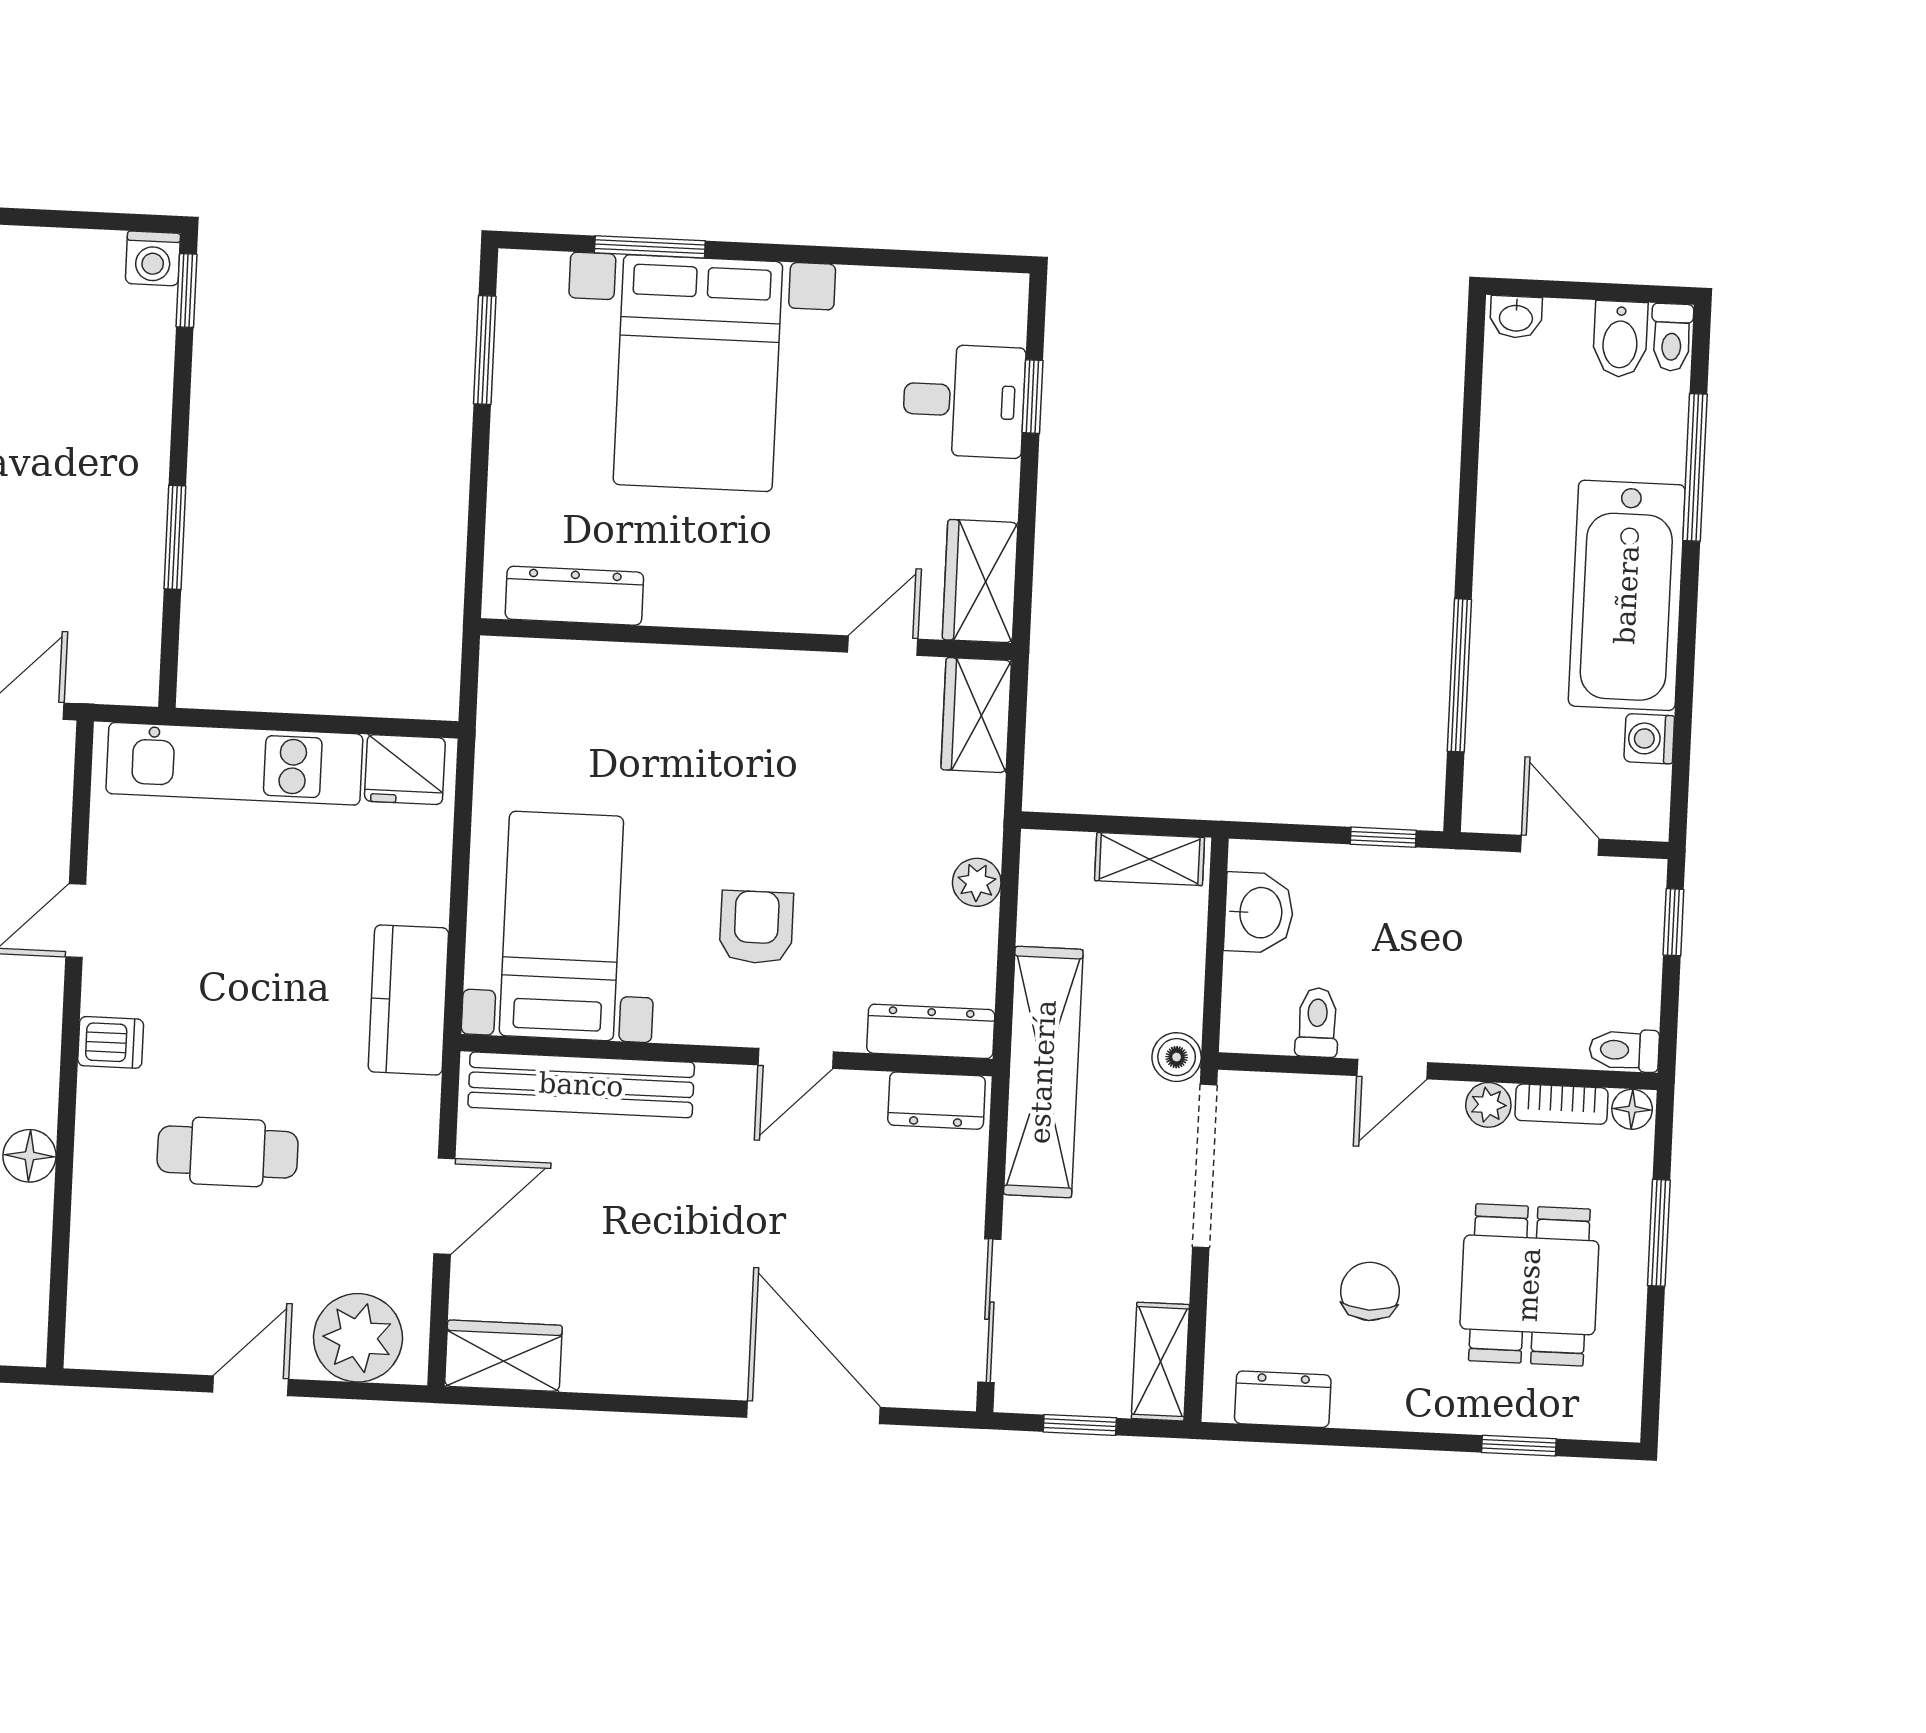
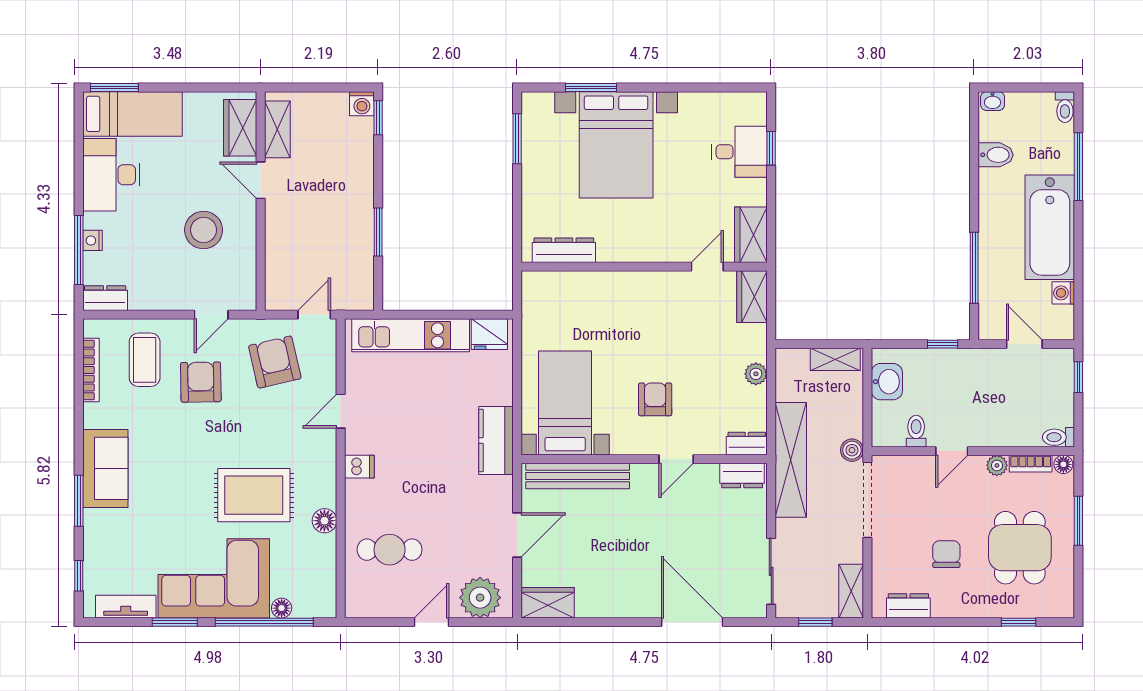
bidet: (1620, 339) -> (996, 155), moved, turned -90
dresser: (931, 1031) -> (747, 444), width x0.70
cafe table: (228, 1152) -> (390, 550), moved

